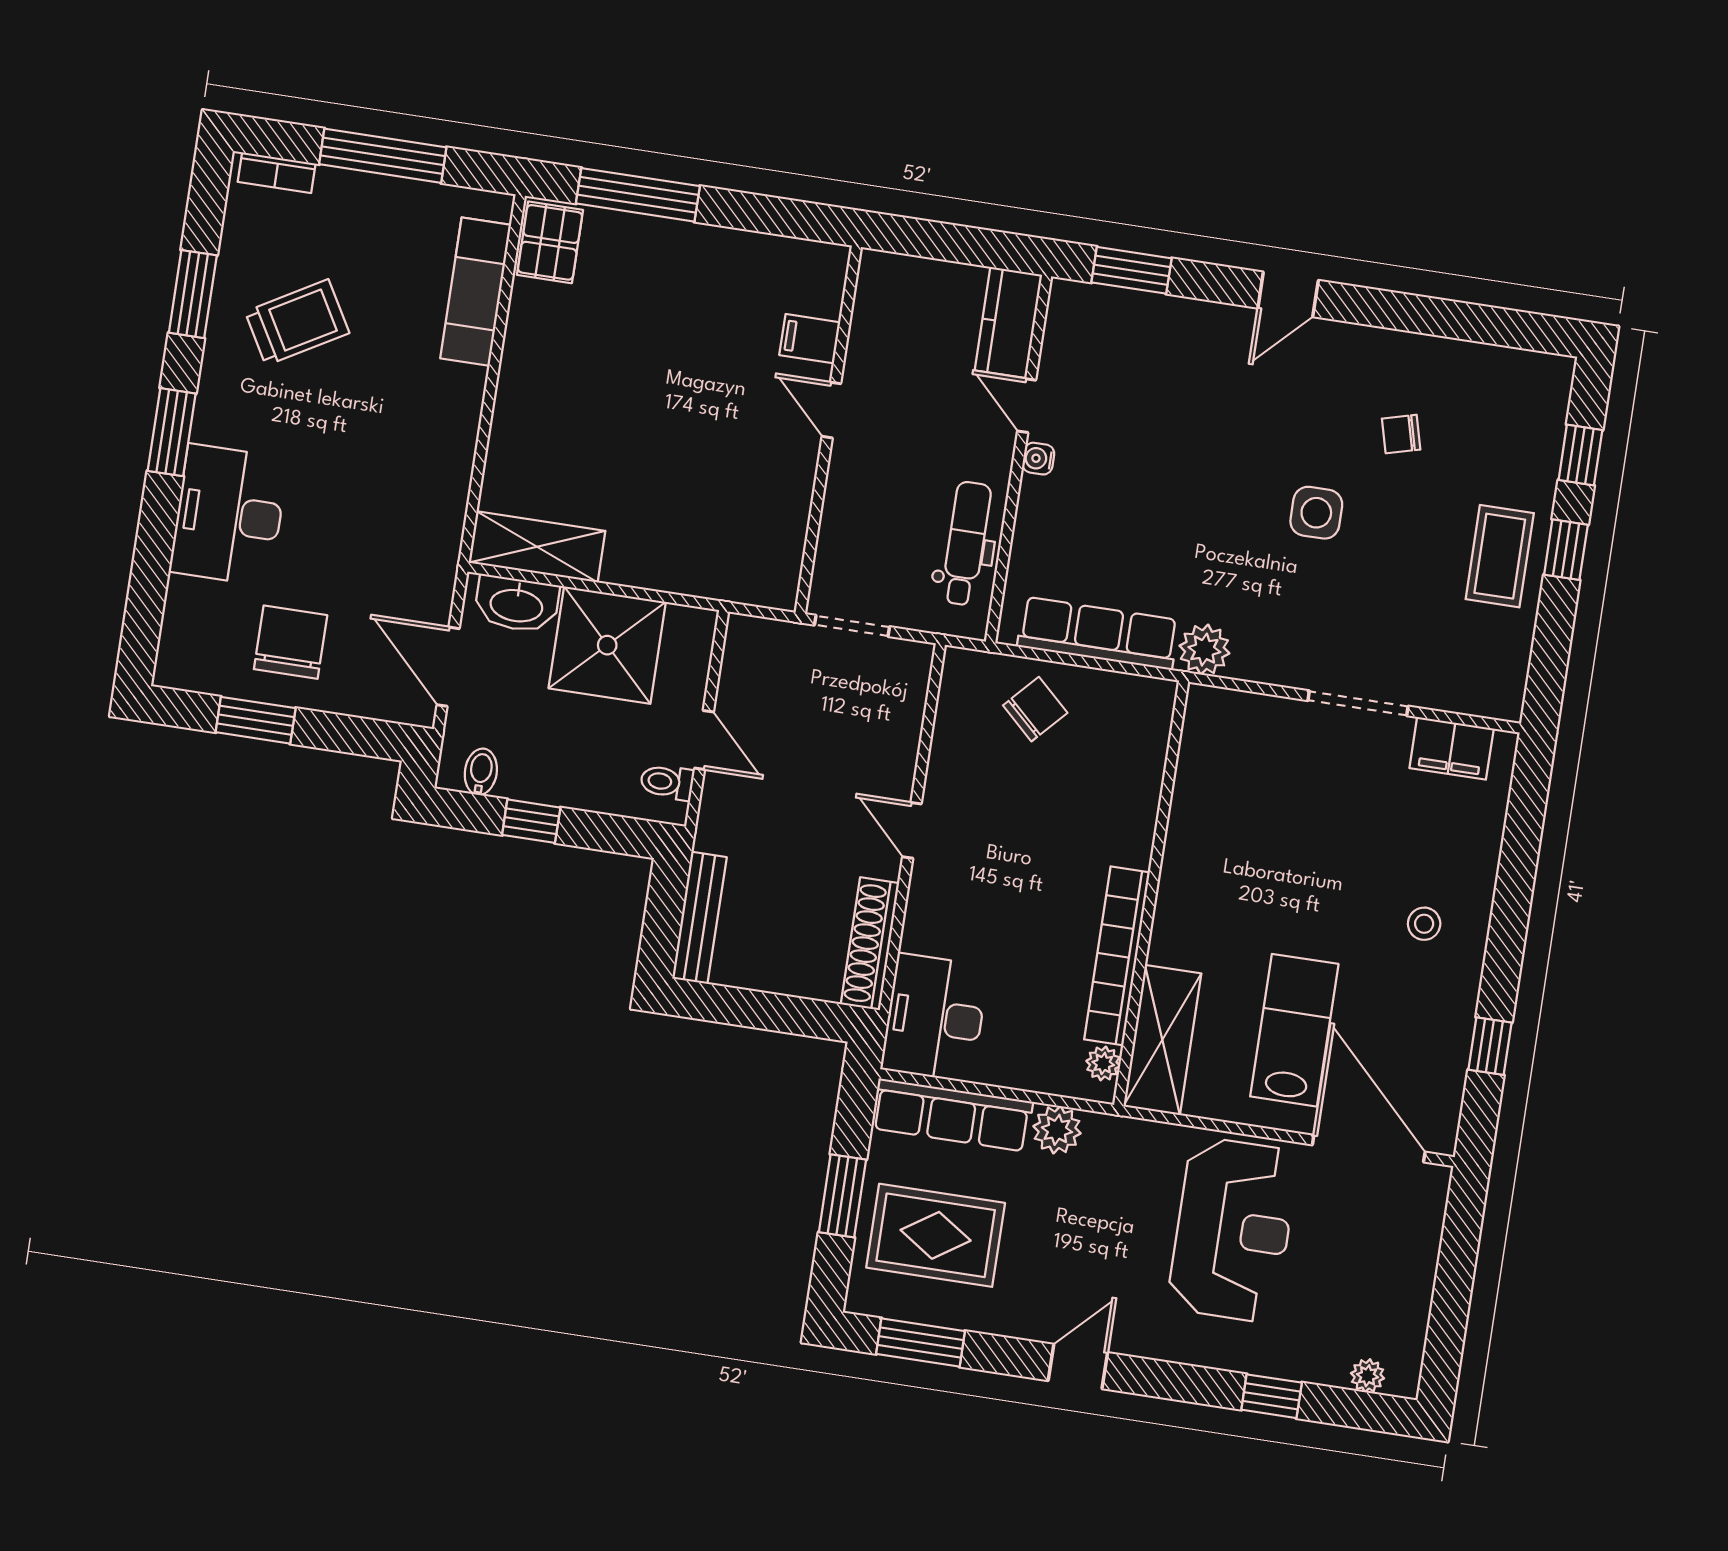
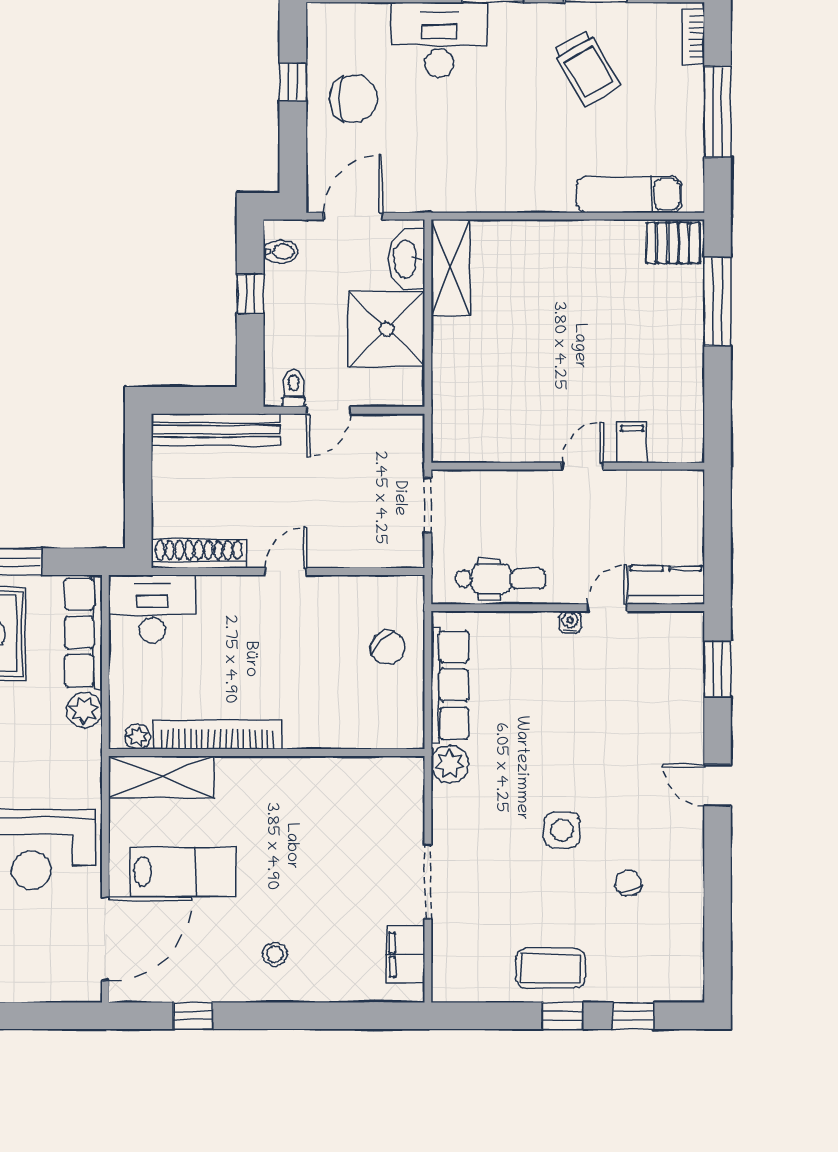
window: (256, 720) -> (293, 82), width x0.67
bench: (699, 918) -> (216, 430), width x1.37, depth x1.21

